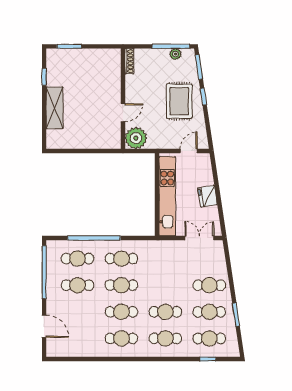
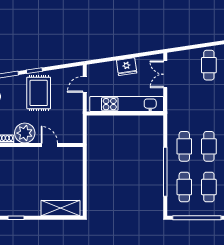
rug: (179, 101) -> (39, 93), turned 90
shelving: (55, 108) -> (60, 208), moved
plant: (136, 138) -> (25, 133), moved
door: (189, 151) -> (85, 84), hinge flipped

